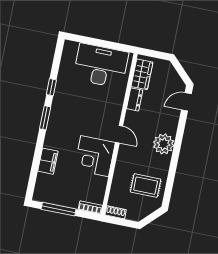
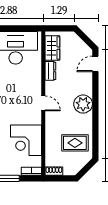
corner desk: (95, 156) -> (26, 140), moved

